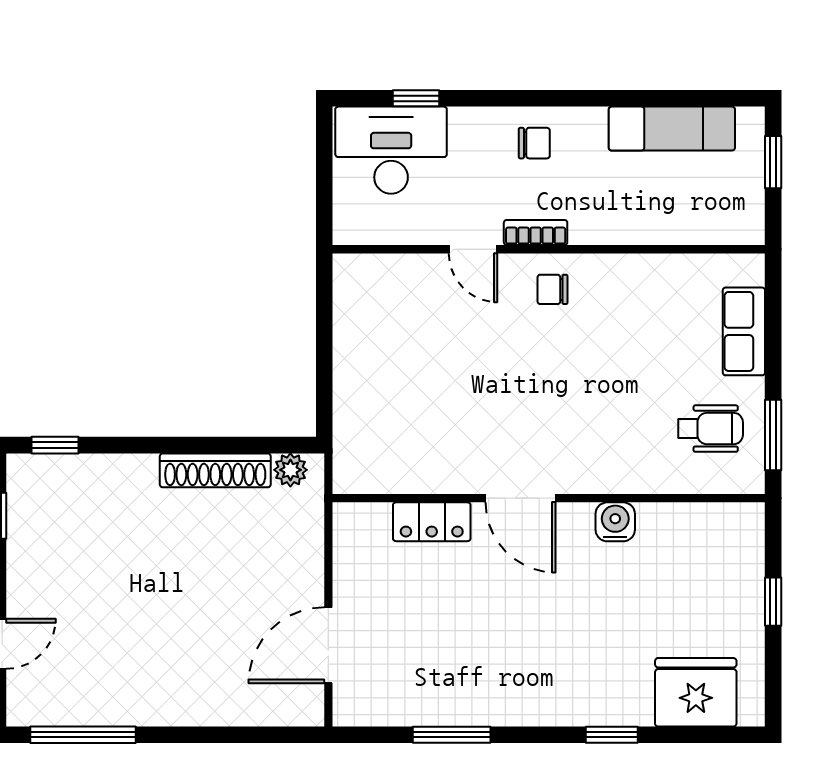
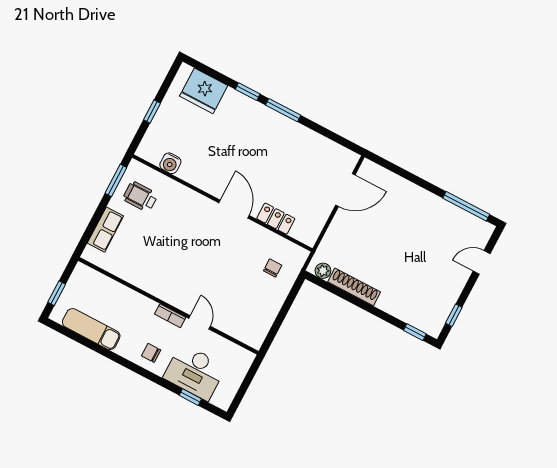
desk: (391, 150) -> (195, 372), moved
chair: (552, 289) -> (273, 268), moved, turned -90
water cooler: (615, 522) -> (170, 163), moved
window: (452, 735) -> (283, 110), moved

